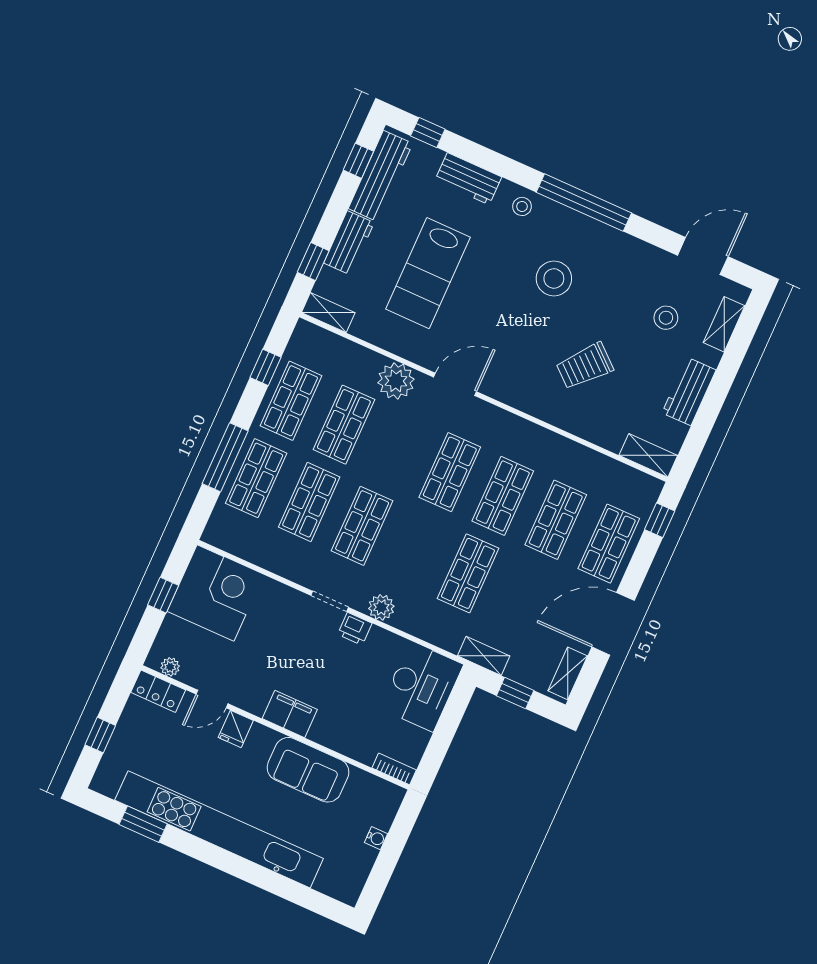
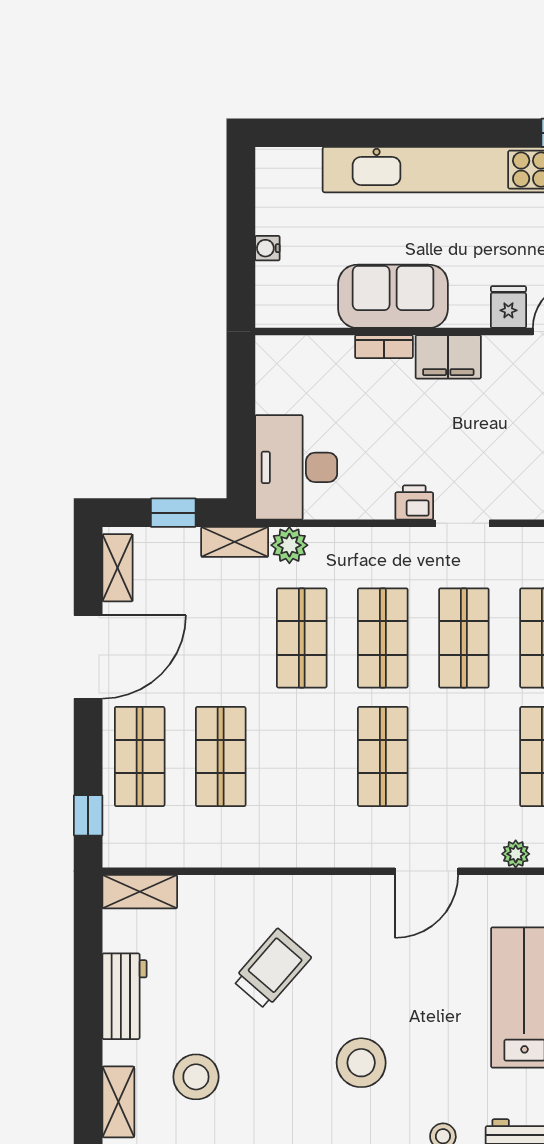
stool: (666, 318) -> (196, 1077), width x1.38, depth x1.38
plant: (396, 381) -> (516, 854), width x0.53, depth x0.53
shop shelf: (503, 496) -> (383, 638), moved
plant: (381, 607) -> (289, 545), moved
bookcase: (394, 769) -> (384, 347), moved

